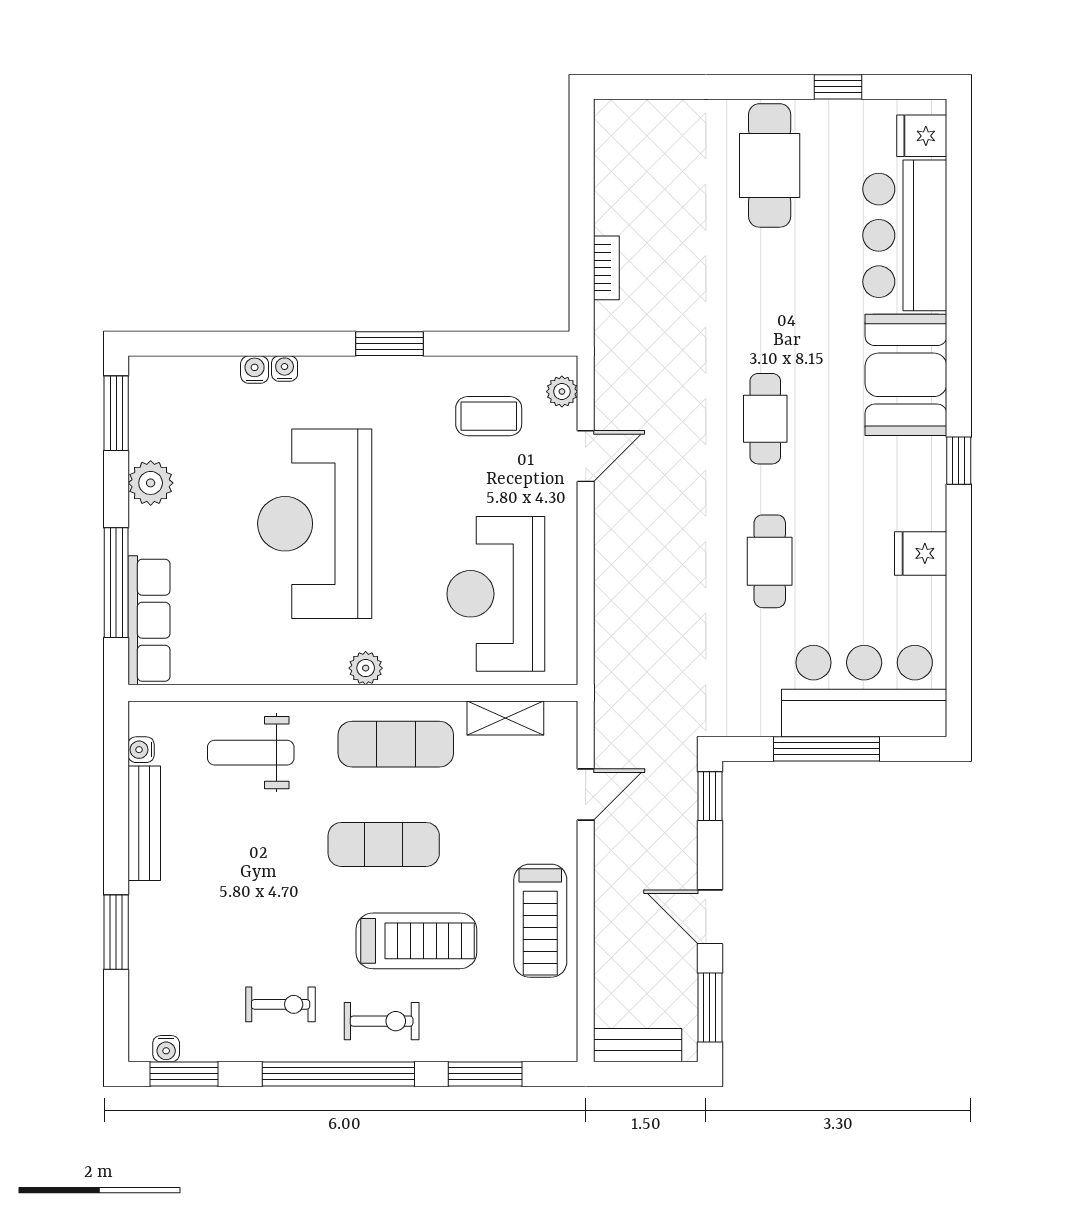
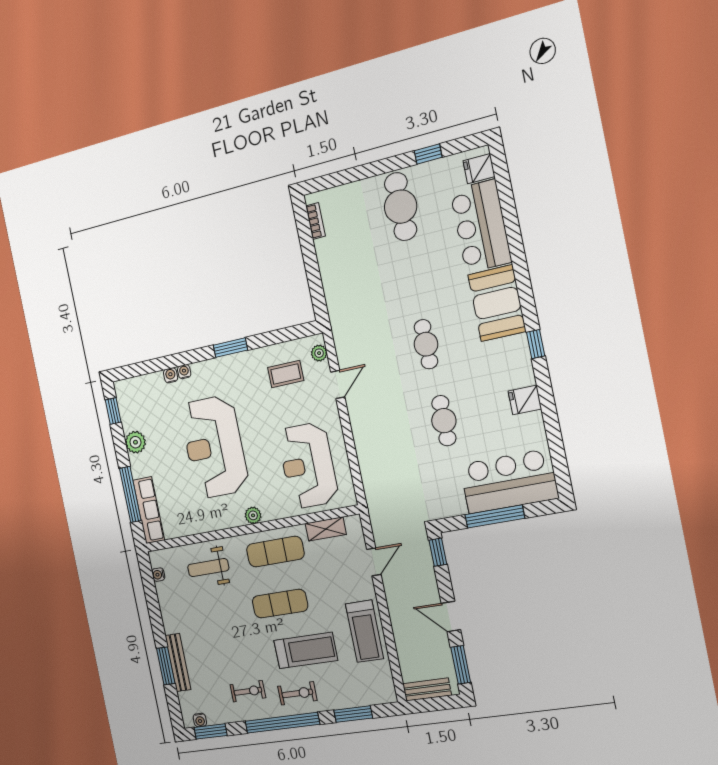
bookcase: (606, 268) -> (315, 221), moved
window: (116, 413) -> (113, 411), width x0.67
bench: (144, 823) -> (178, 663), moved

